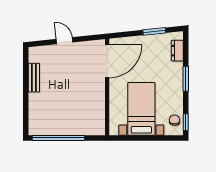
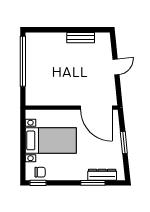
window: (154, 31) -> (124, 143), moved
dresser: (177, 51) -> (102, 175), width x1.44
window: (186, 79) -> (93, 183), moved

